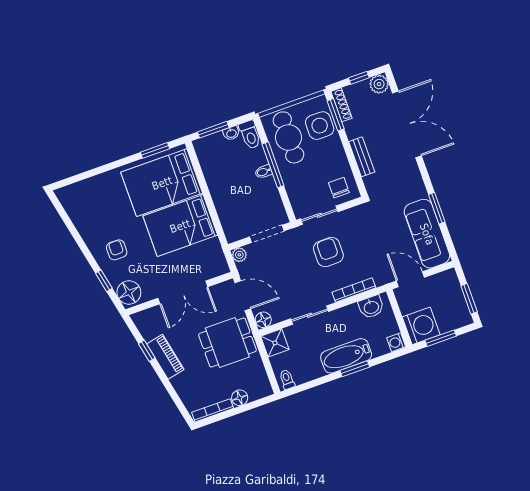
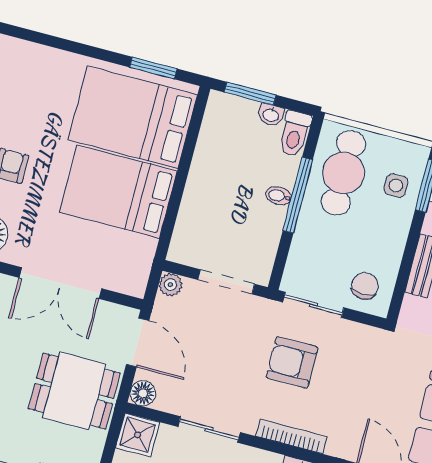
side table: (320, 126) -> (396, 185), width x0.54, depth x0.54
armchair: (328, 252) -> (292, 362), turned -90

